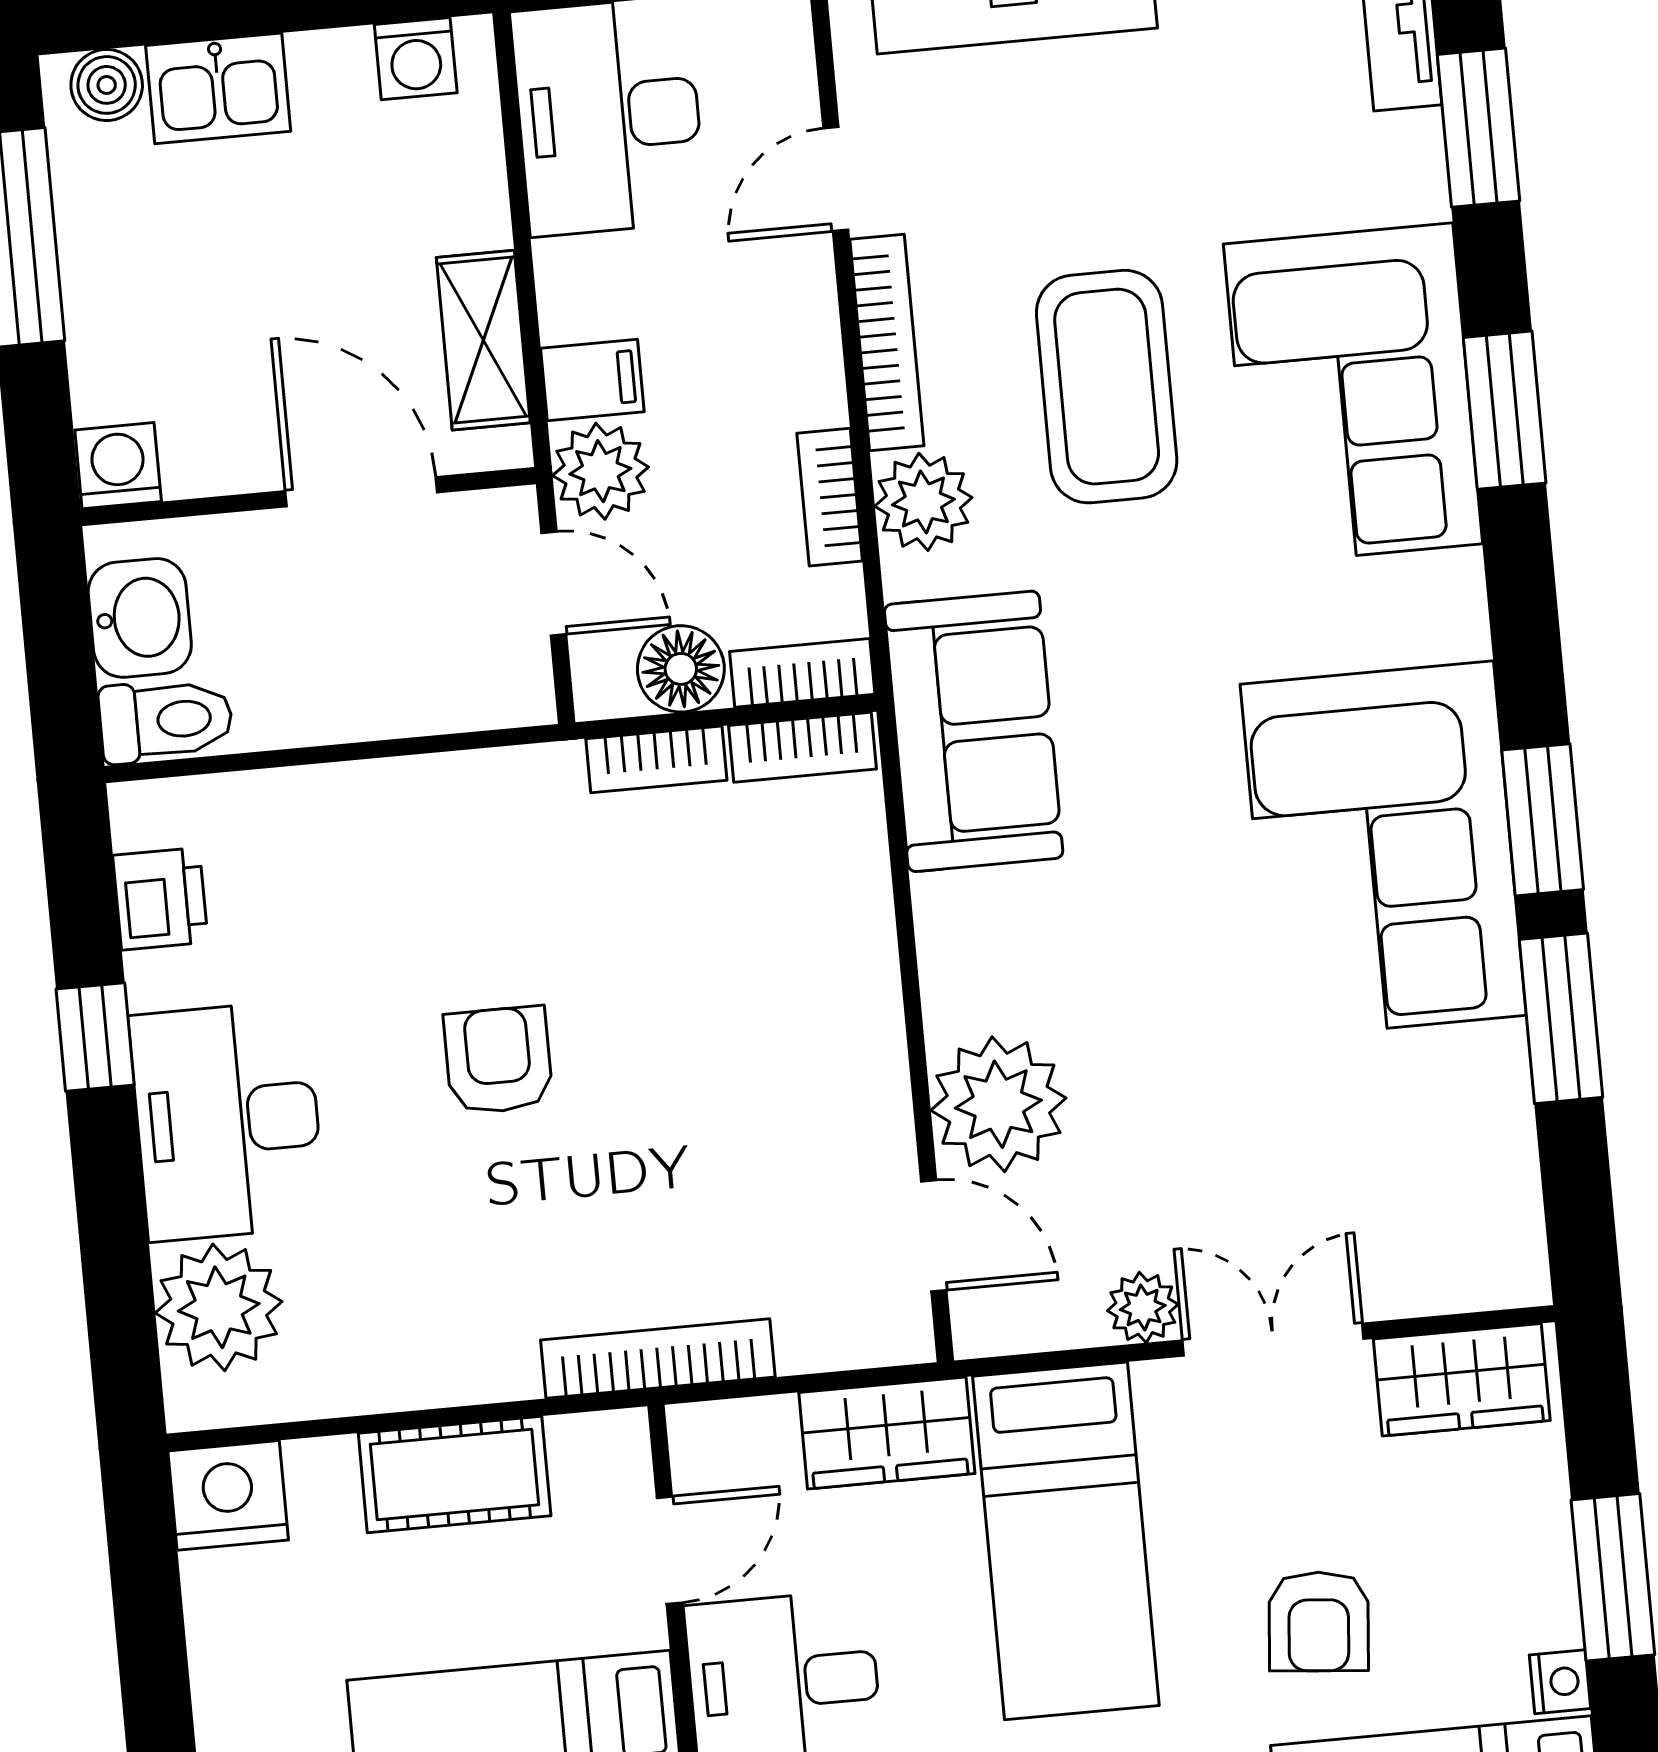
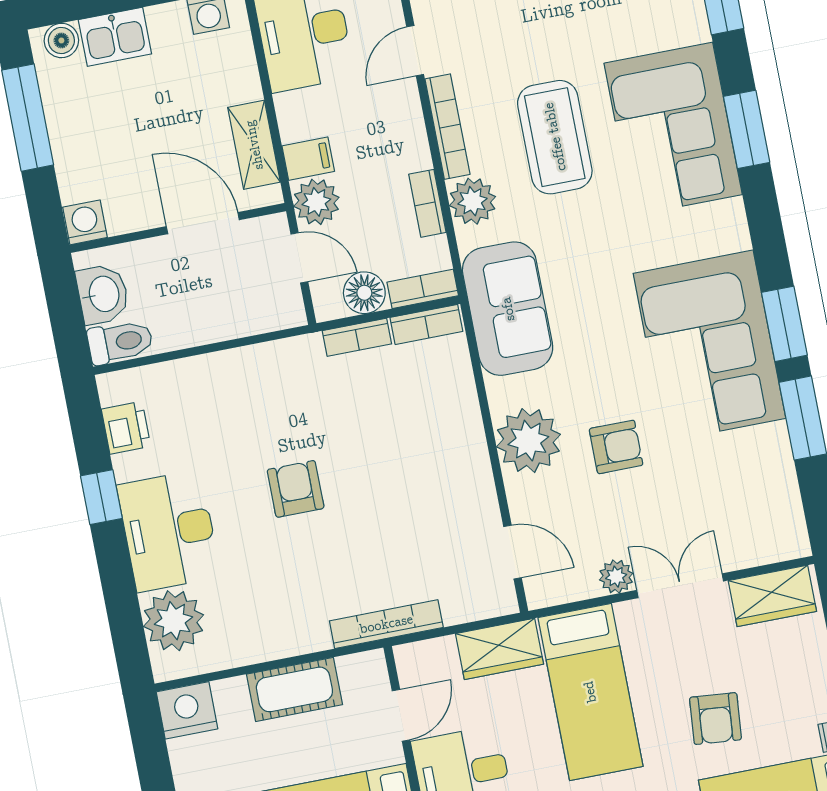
armchair: (1169, 1040) -> (616, 447), added
plant: (998, 1104) -> (528, 441), moved

